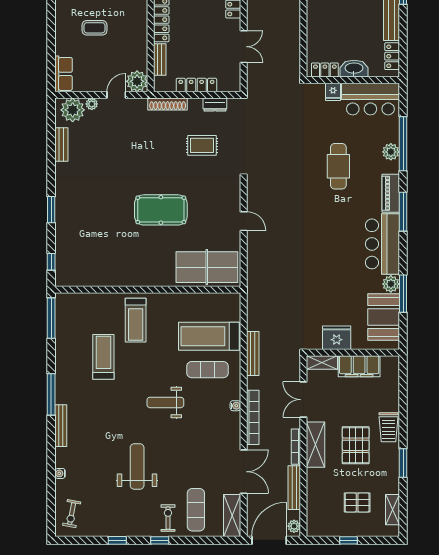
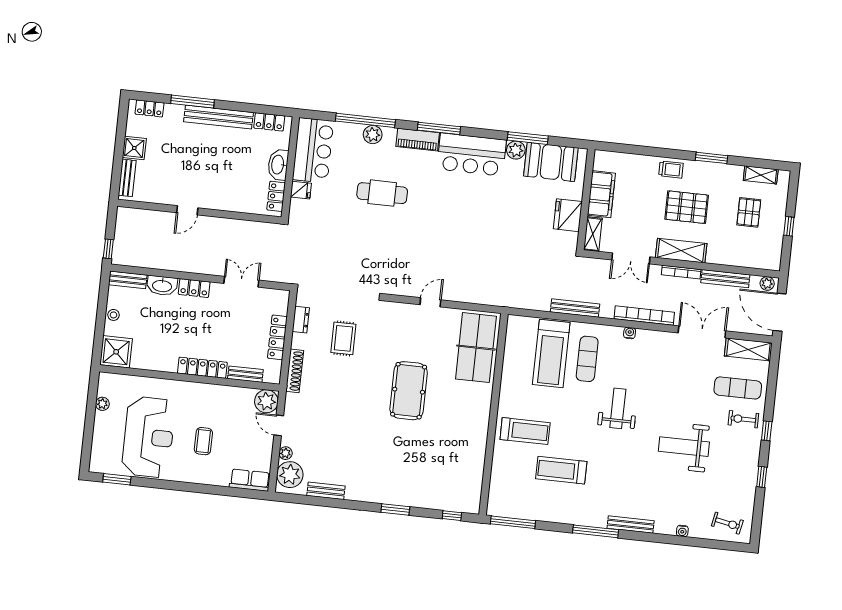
weight bench: (165, 402) -> (618, 408), turned 180
trolley: (388, 427) -> (671, 169), width x0.73, depth x0.72

